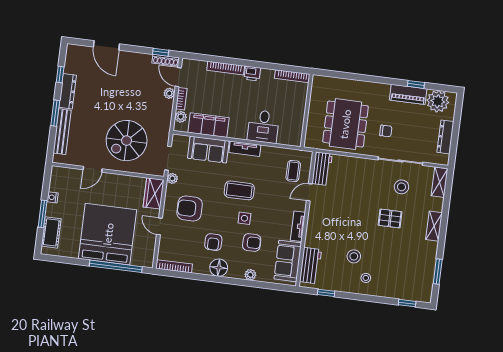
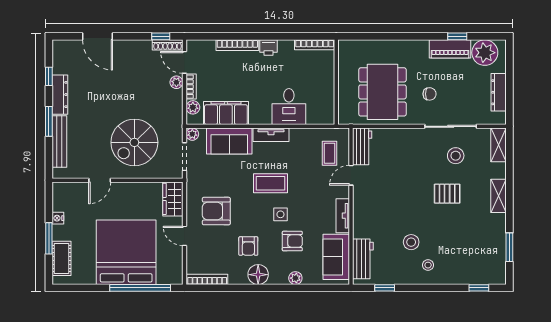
plant: (172, 178) -> (192, 134), moved

